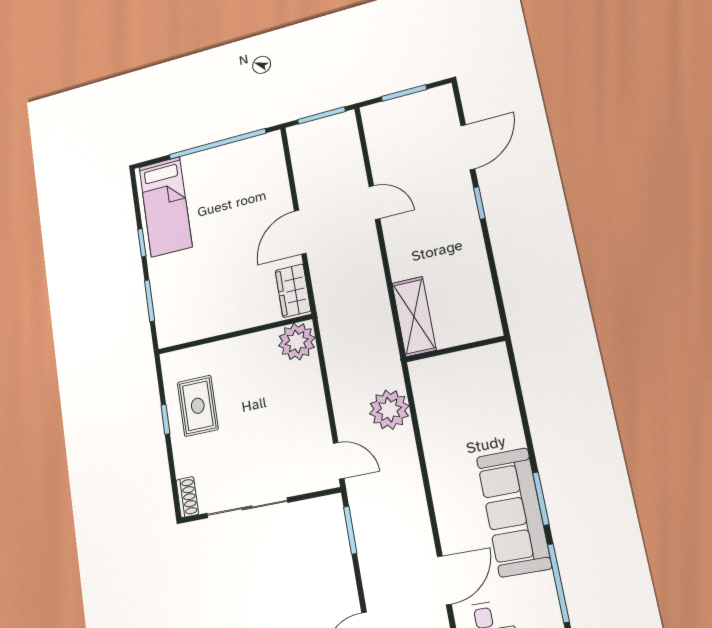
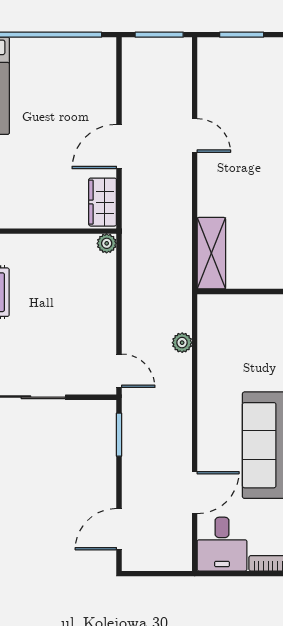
plant: (297, 342) -> (107, 243), width x0.53, depth x0.53
plant: (389, 410) -> (182, 343), width x0.53, depth x0.53

